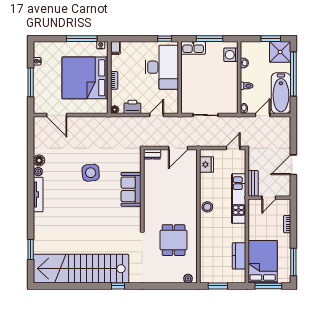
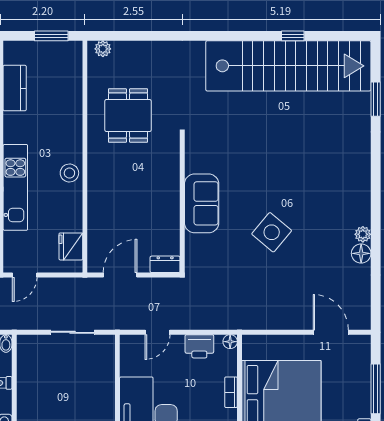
side table: (91, 173) -> (272, 232), turned 45
tv unit: (38, 194) -> (363, 194), removed
window: (118, 286) -> (293, 36), moved

